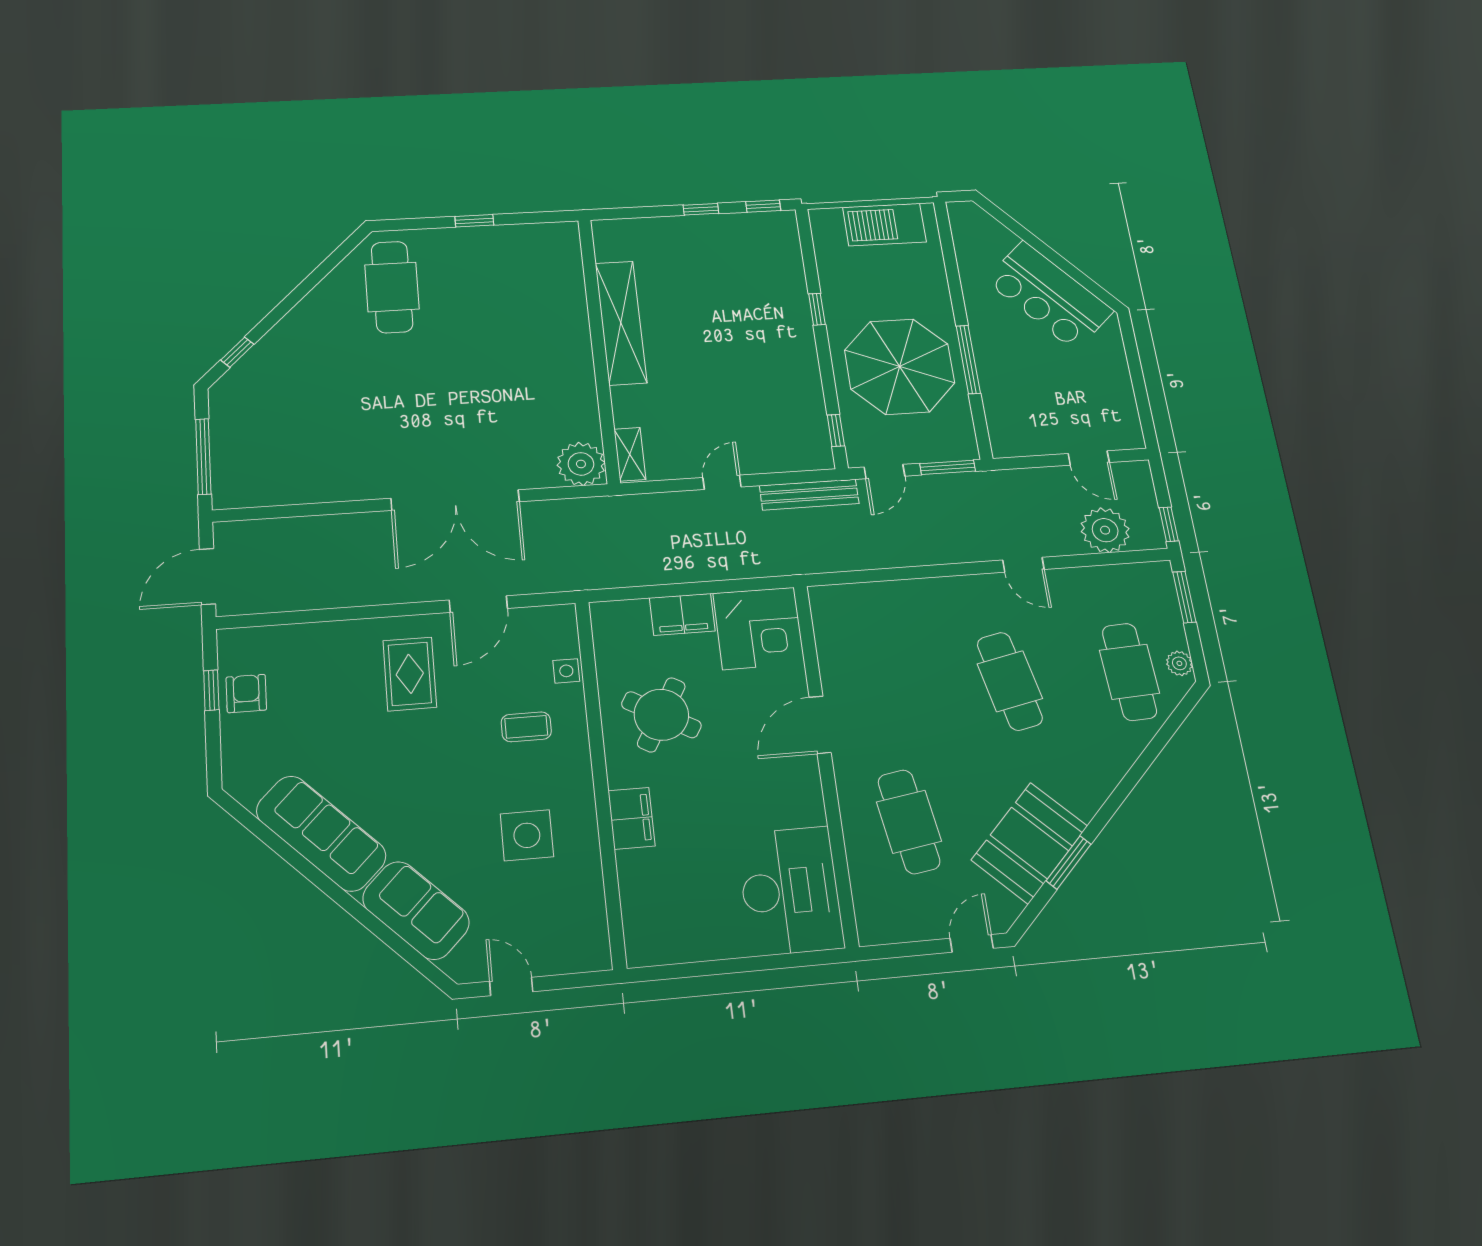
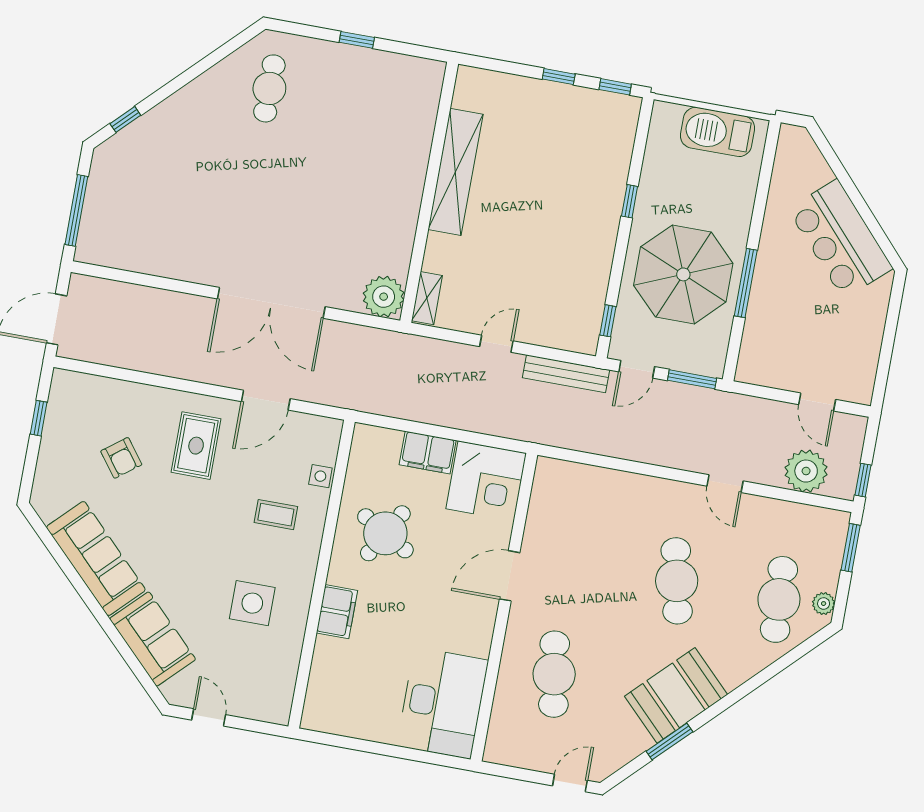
cafe table: (392, 287) -> (269, 88), width x0.73, depth x0.74
armchair: (246, 694) -> (121, 458), moved, turned 143
booth: (1029, 843) -> (676, 695), moved

